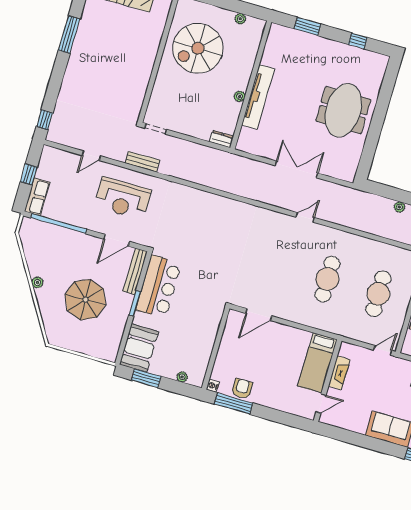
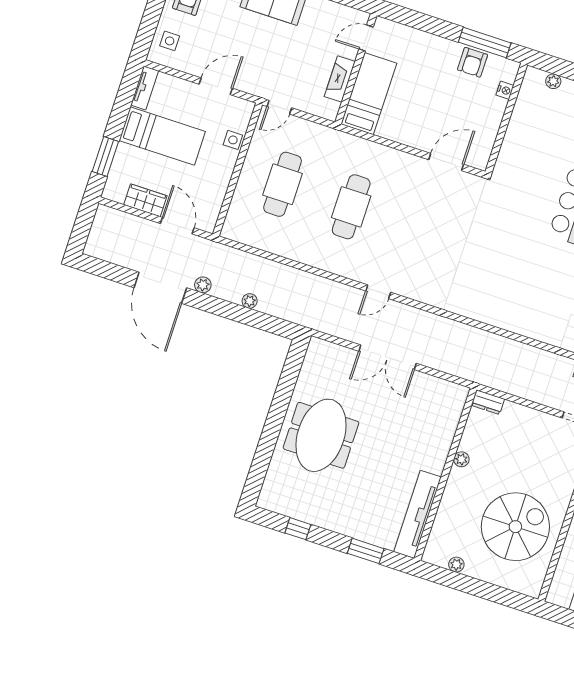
tv unit: (258, 97) -> (418, 514), moved
nightstand: (213, 386) -> (505, 90), moved

